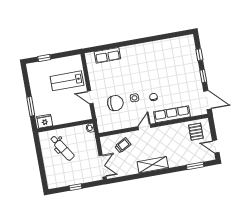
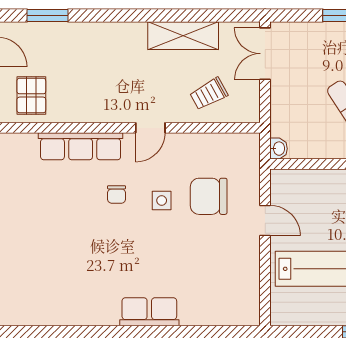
row of seats: (107, 55) -> (149, 312), moved
shelving: (153, 165) -> (183, 36), moved

